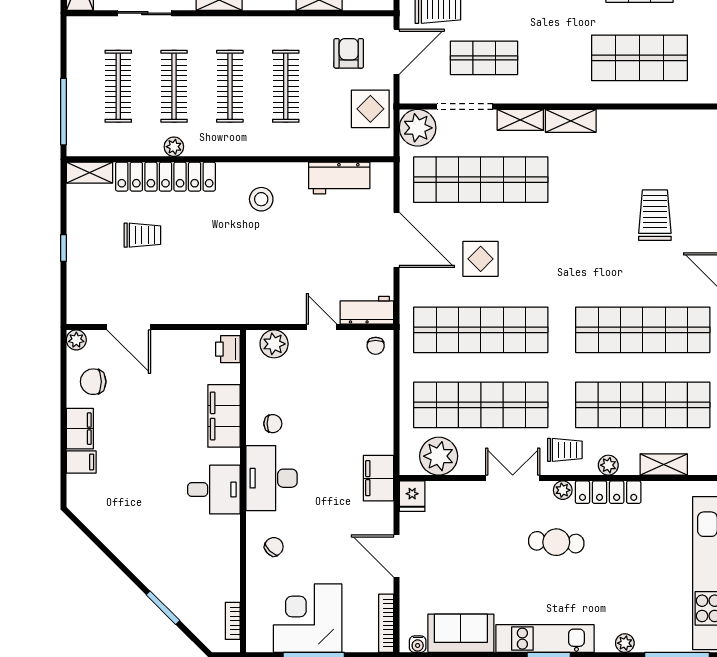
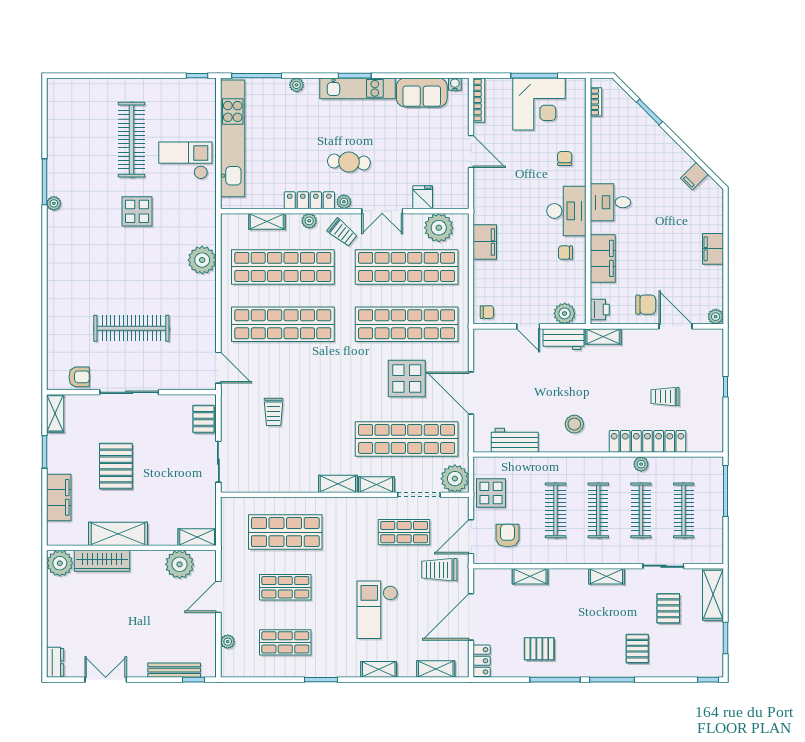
armchair: (349, 53) -> (508, 536), turned 180
shelving: (89, 173) -> (603, 337), moved
trolley: (655, 215) -> (274, 412), width x0.73, depth x0.72
display table: (481, 259) -> (407, 378), width x1.36, depth x1.36
workbench: (367, 310) -> (564, 339), moved
chair: (376, 346) -> (487, 312), turned 90
chair: (93, 382) -> (646, 305), moved
trolley: (565, 450) -> (342, 233), turned -141
filing cabinet: (81, 462) -> (694, 176), moved, turned -45
filing cabinet: (378, 478) -> (485, 242), moved
fridge: (412, 496) -> (423, 197), moved
chair: (274, 547) -> (565, 159), turned 135

